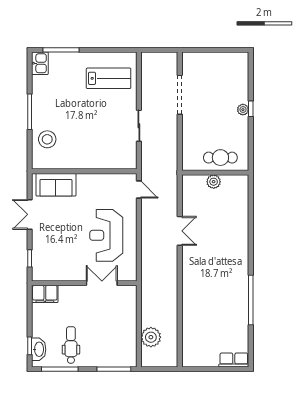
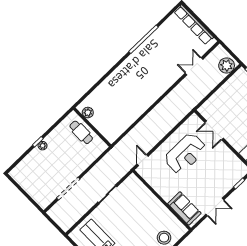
plant: (214, 182) -> (88, 113), moved
double door: (180, 231) -> (194, 66), moved
plant: (151, 337) -> (227, 66), moved
row of seats: (234, 360) -> (194, 25), width x2.02

